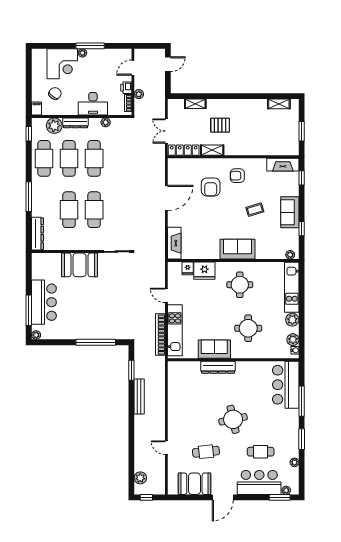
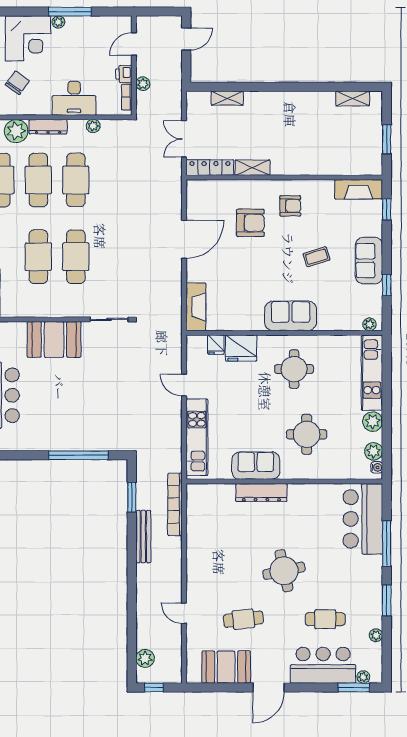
pallet: (220, 125) -> (264, 130), removed
armchair: (237, 176) -> (290, 206), turned 180
armchair: (211, 187) -> (250, 223), turned -90
bookcase: (160, 335) -> (175, 504), moved

